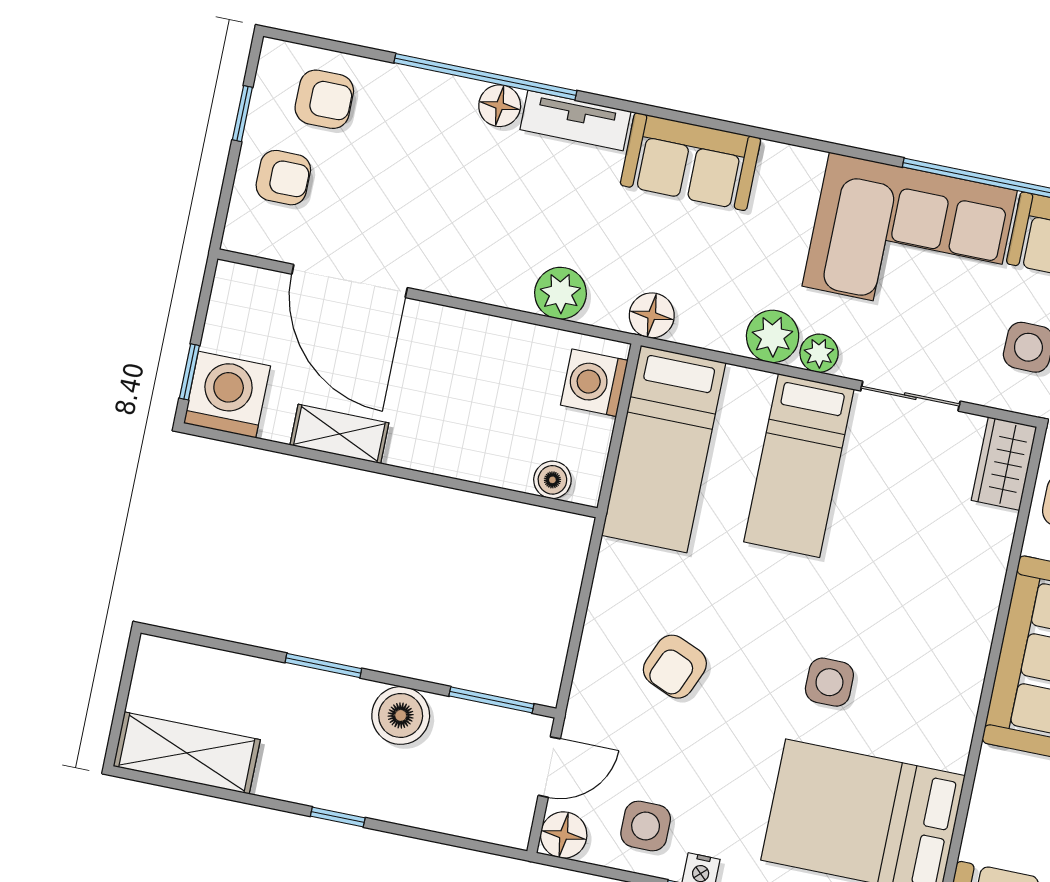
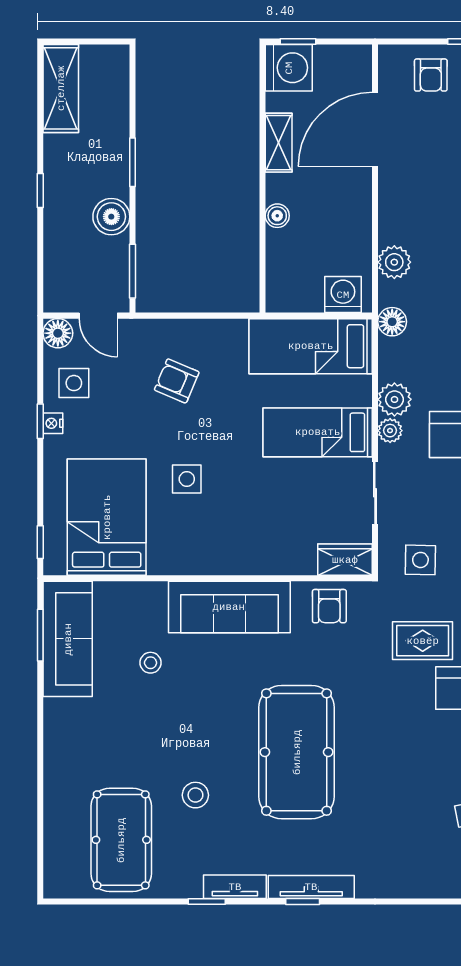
boiler: (552, 480) -> (277, 216), moved

